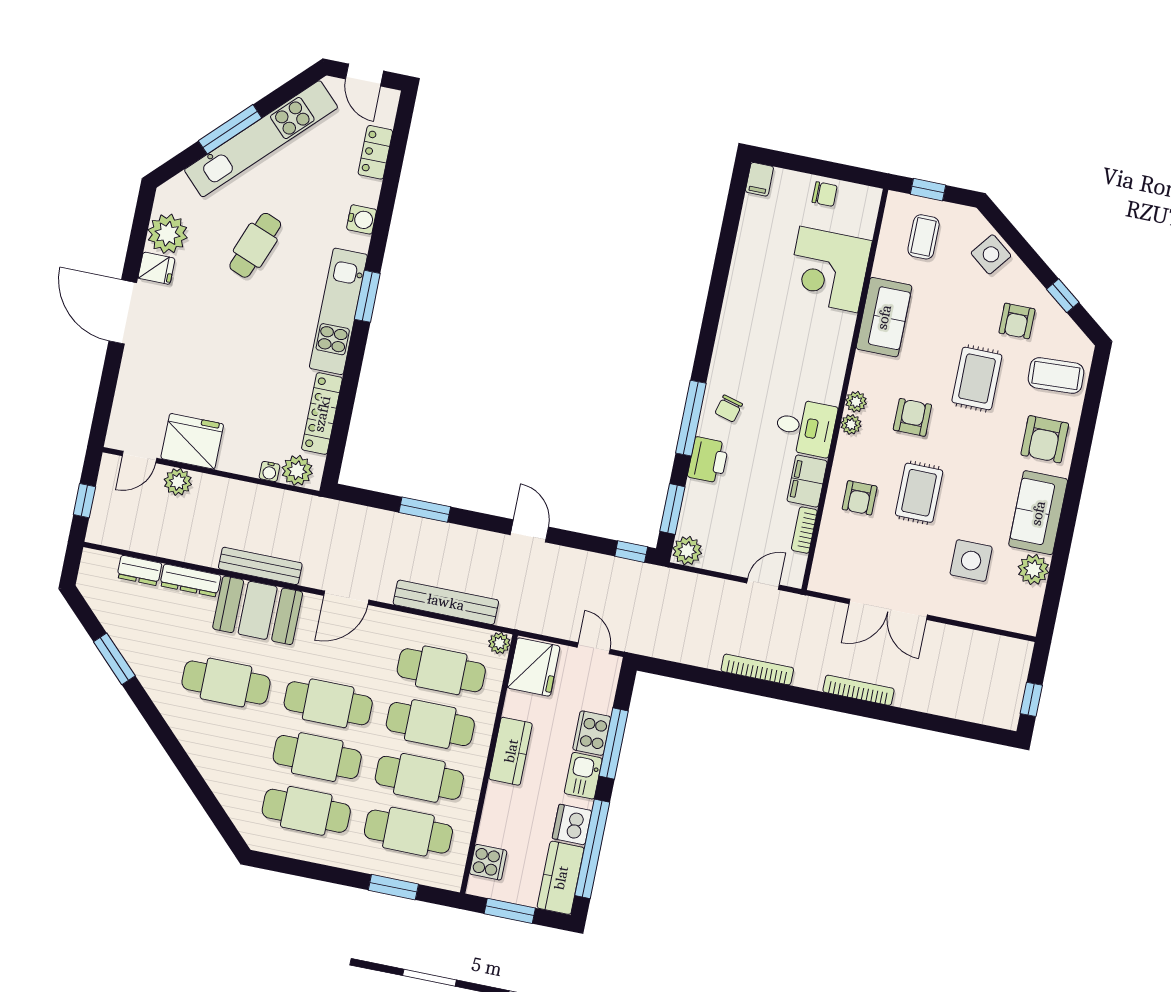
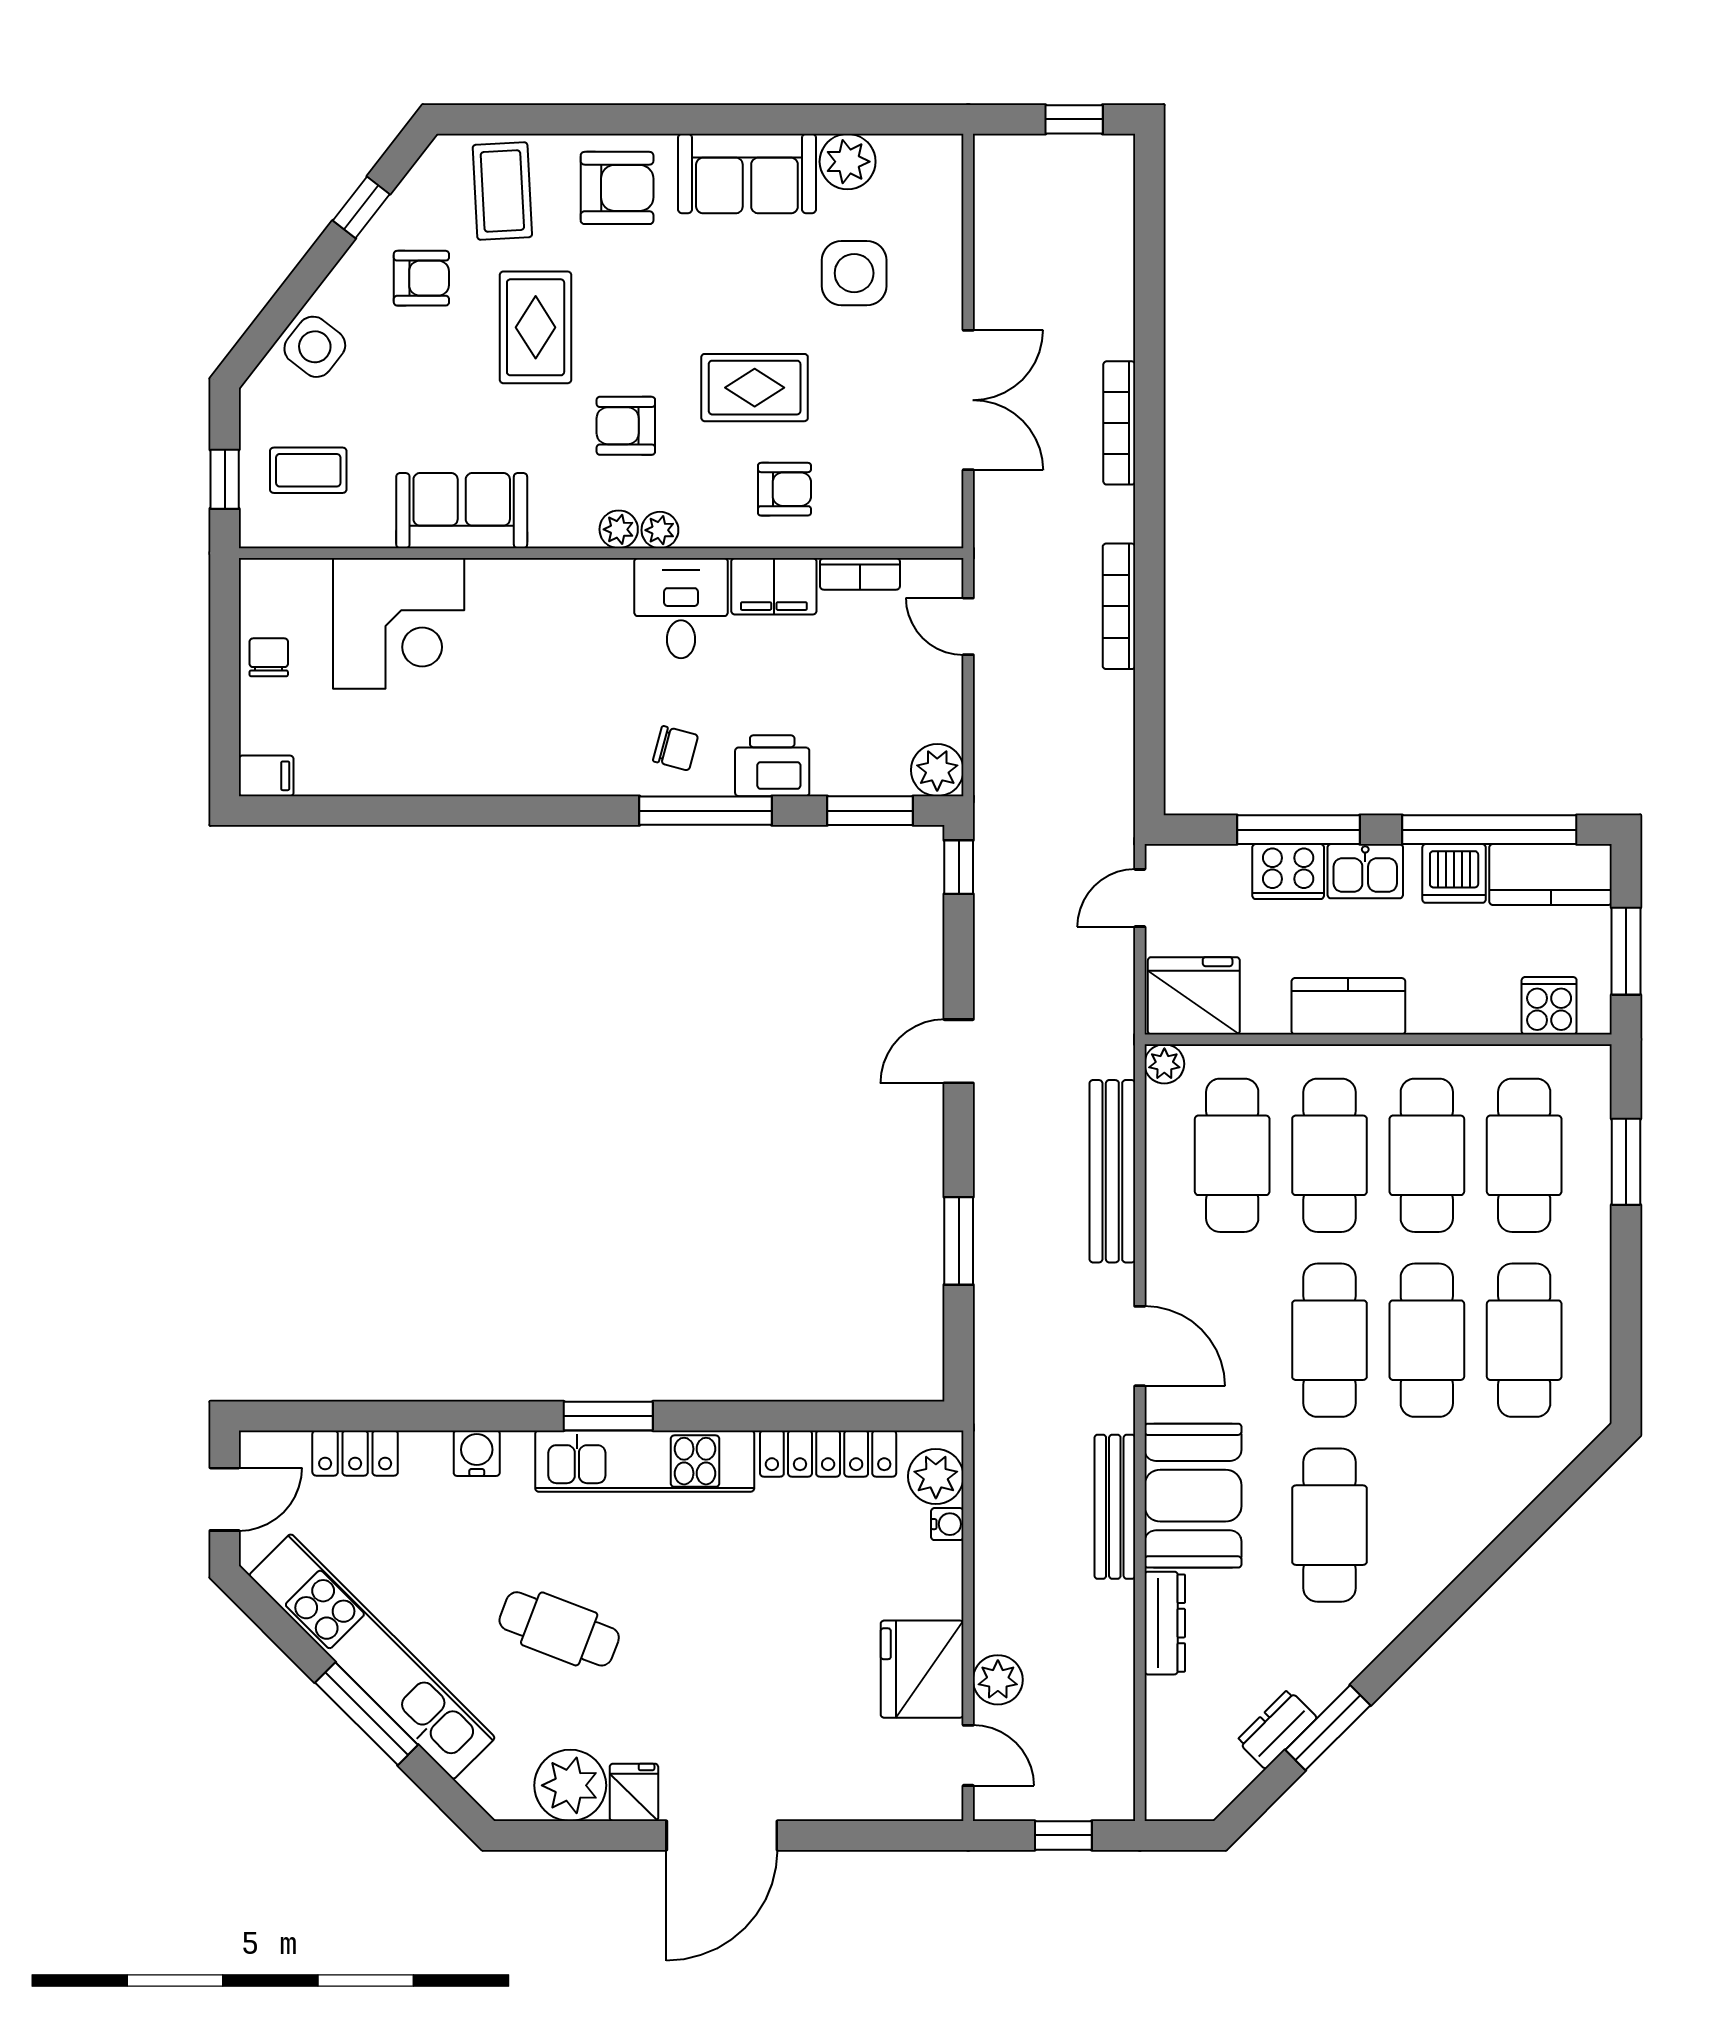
rug: (977, 379) -> (536, 327), turned 90
dresser: (139, 570) -> (1277, 1729), moved, turned -135

